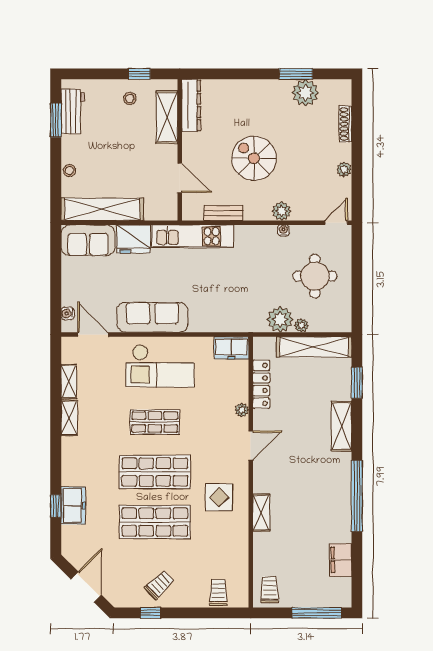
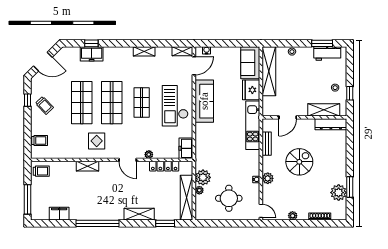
shelving: (69, 381) -> (182, 51), moved

